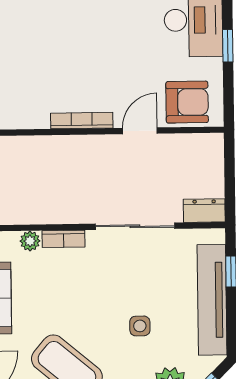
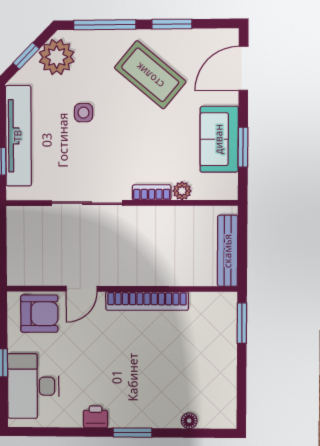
armchair: (187, 102) -> (39, 314), turned 180
bookcase: (82, 121) -> (147, 301), width x1.48, depth x1.31
dresser: (204, 211) -> (25, 216), removed

